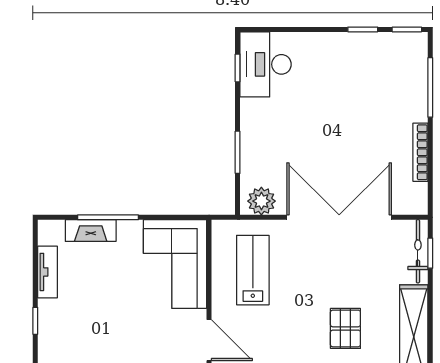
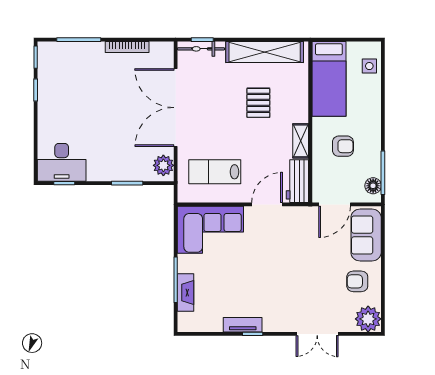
tv unit: (48, 272) -> (243, 325), moved
pallet: (345, 328) -> (258, 103), turned 90

